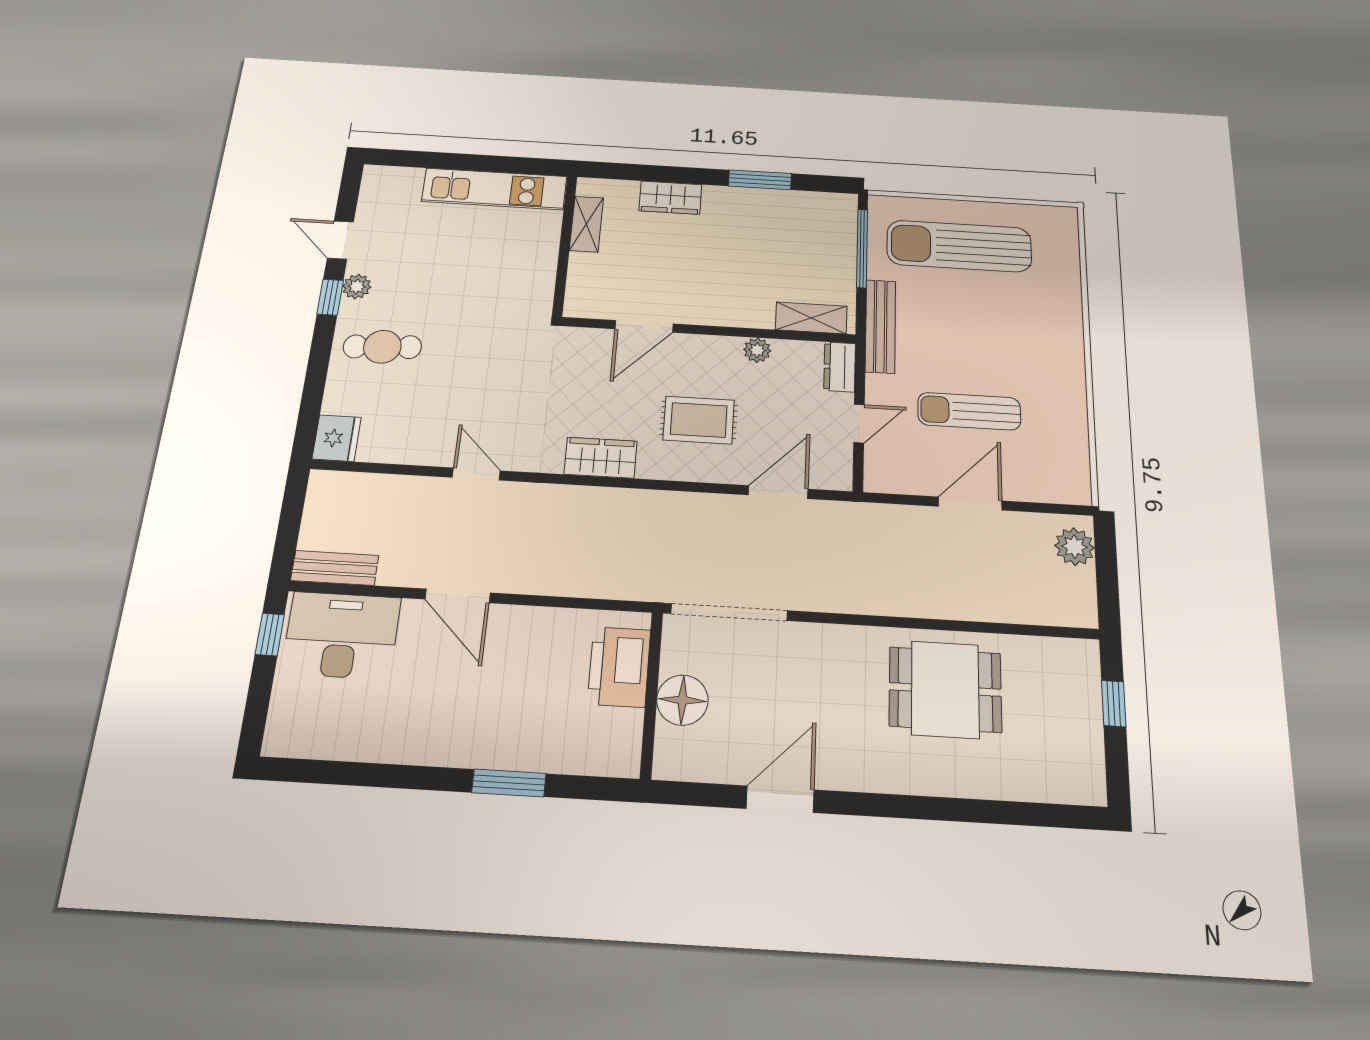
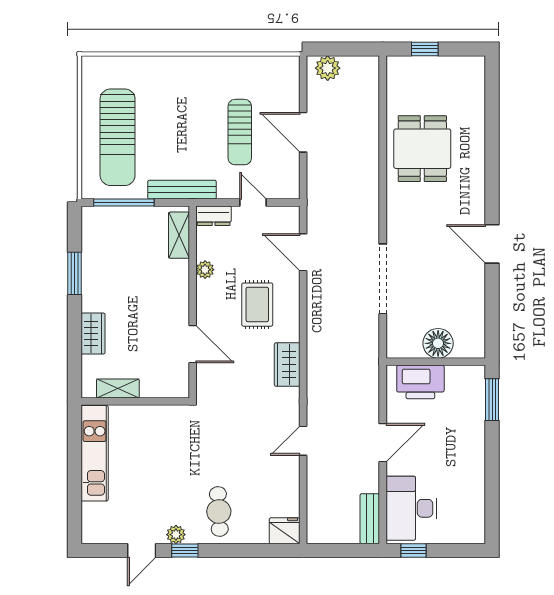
printer: (619, 667) -> (420, 382), moved
wall: (651, 694) -> (436, 362), moved
floor lamp: (682, 700) -> (438, 343), moved

